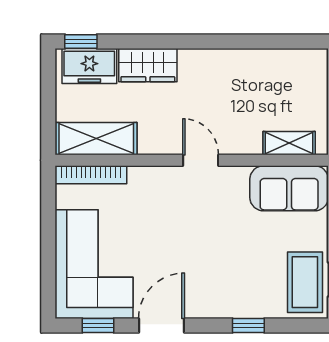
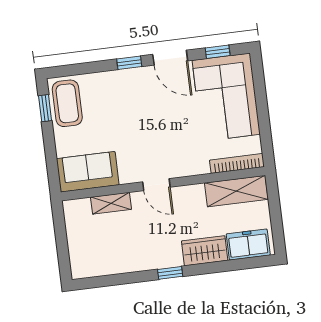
window: (81, 41) -> (170, 273), moved
shelving: (289, 143) -> (111, 203), moved
door: (162, 325) -> (170, 58), hinge flipped
window: (248, 325) -> (129, 63), moved

